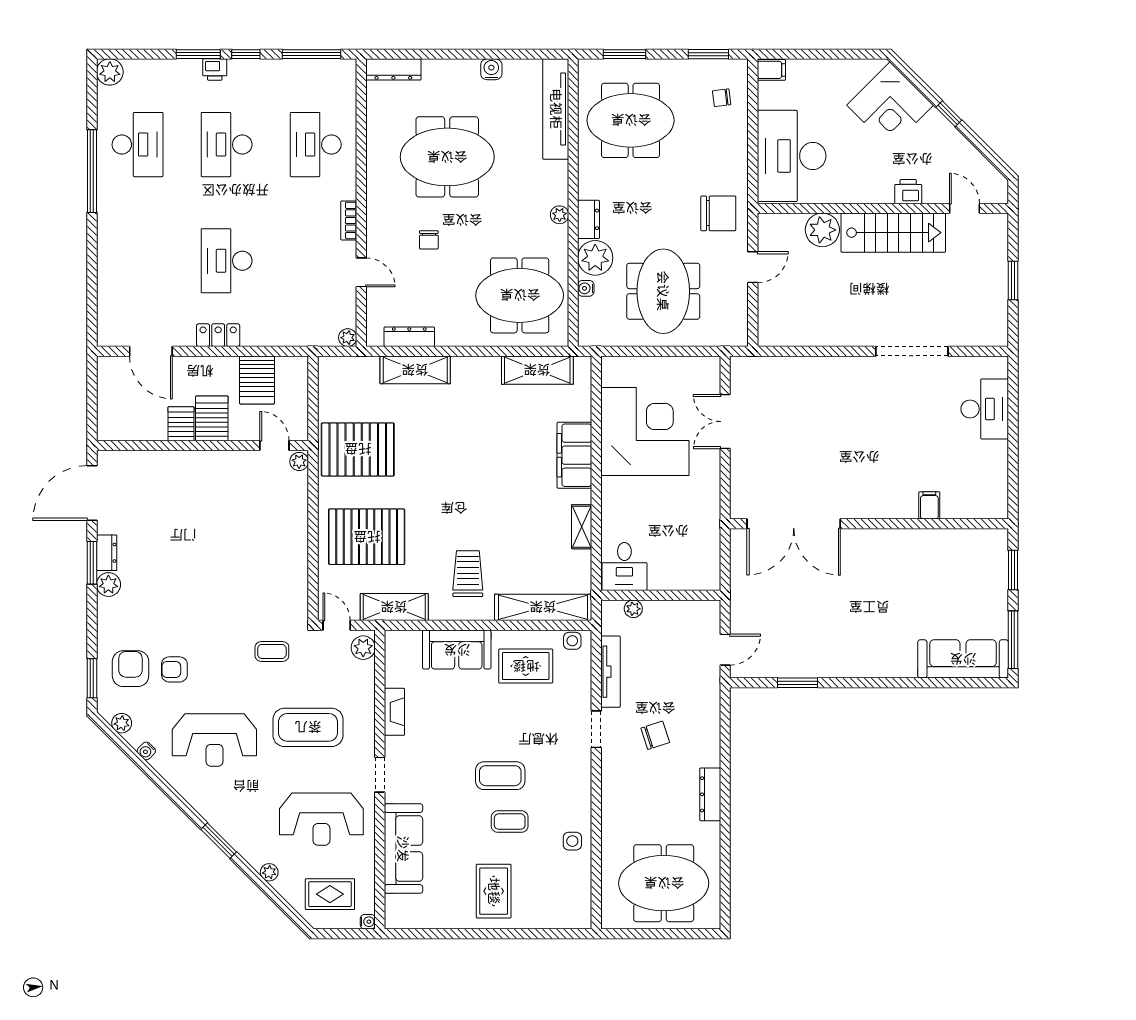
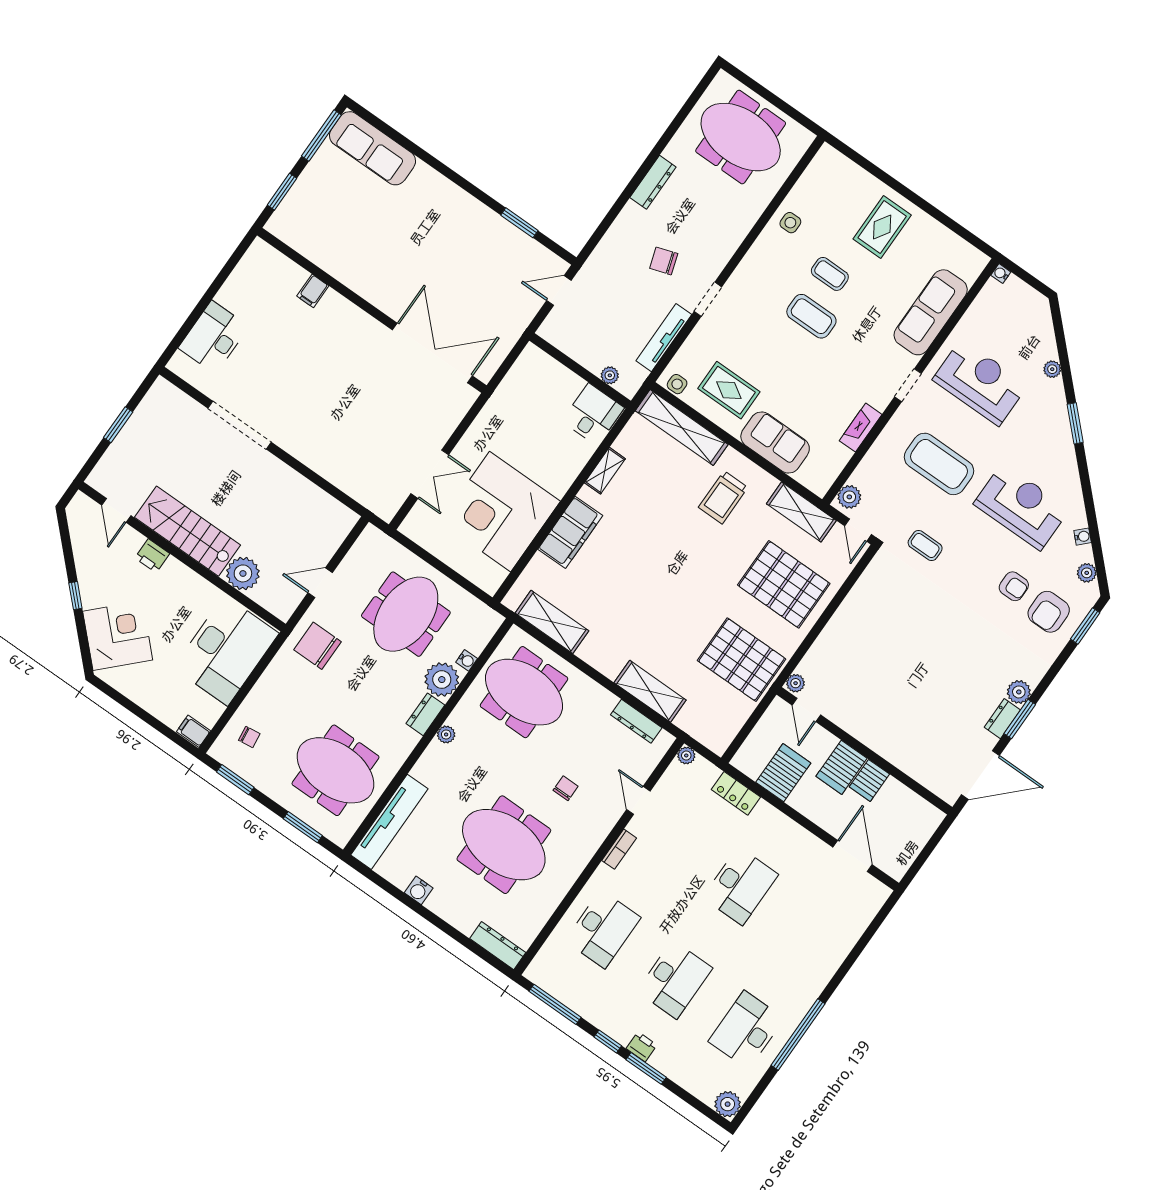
locker: (218, 335) -> (736, 793), moved
rug: (330, 894) -> (1016, 317), removed

